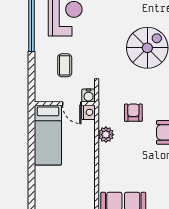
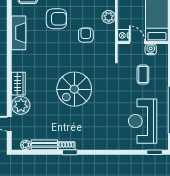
water cooler: (89, 96) -> (151, 49), moved
armchair: (133, 113) -> (86, 35), turned 180

